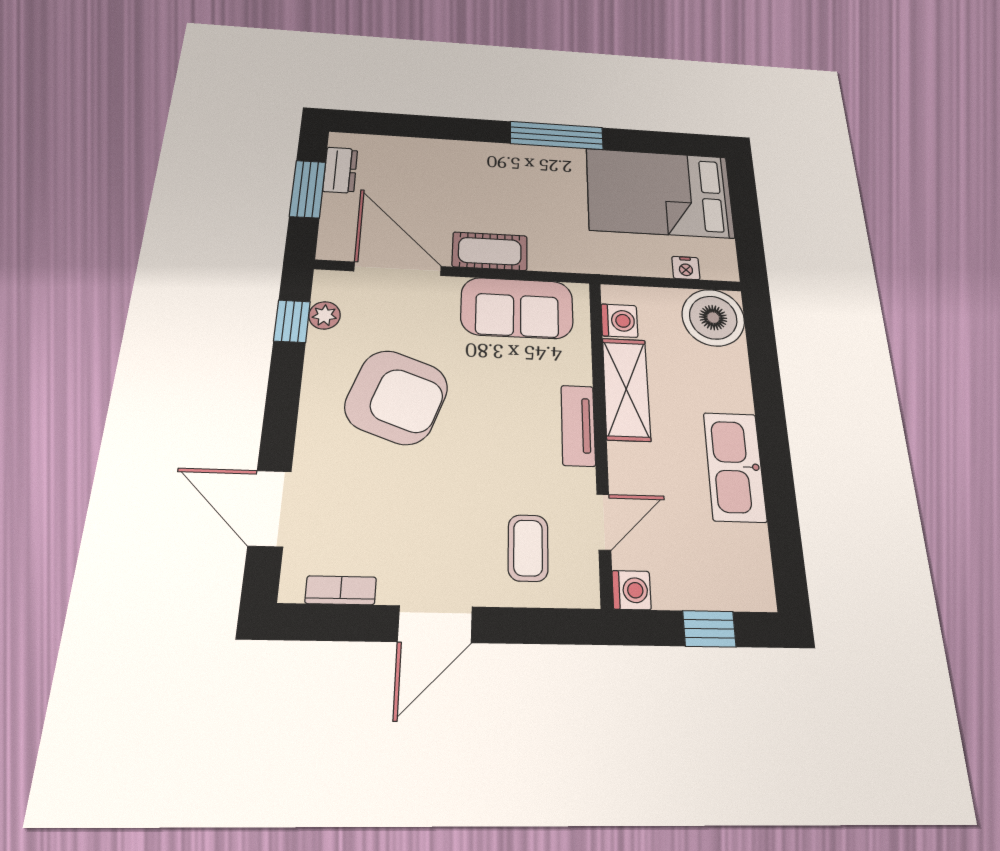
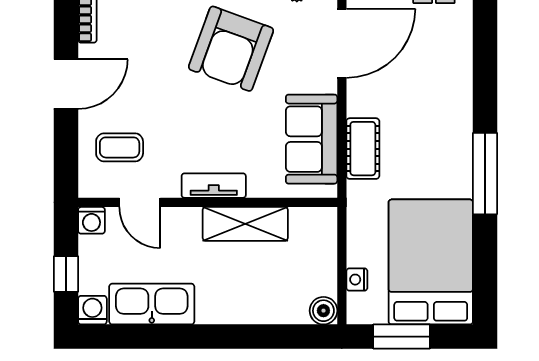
window: (747, 226) -> (402, 337), added
cot: (490, 251) -> (363, 149), moved
boiler: (713, 318) -> (323, 311), width x0.54, depth x0.54
washing machine: (619, 321) -> (92, 310), moved, turned 180
kitchen sink: (735, 467) -> (152, 304), moved
door: (435, 624) -> (66, 84), swing flipped

